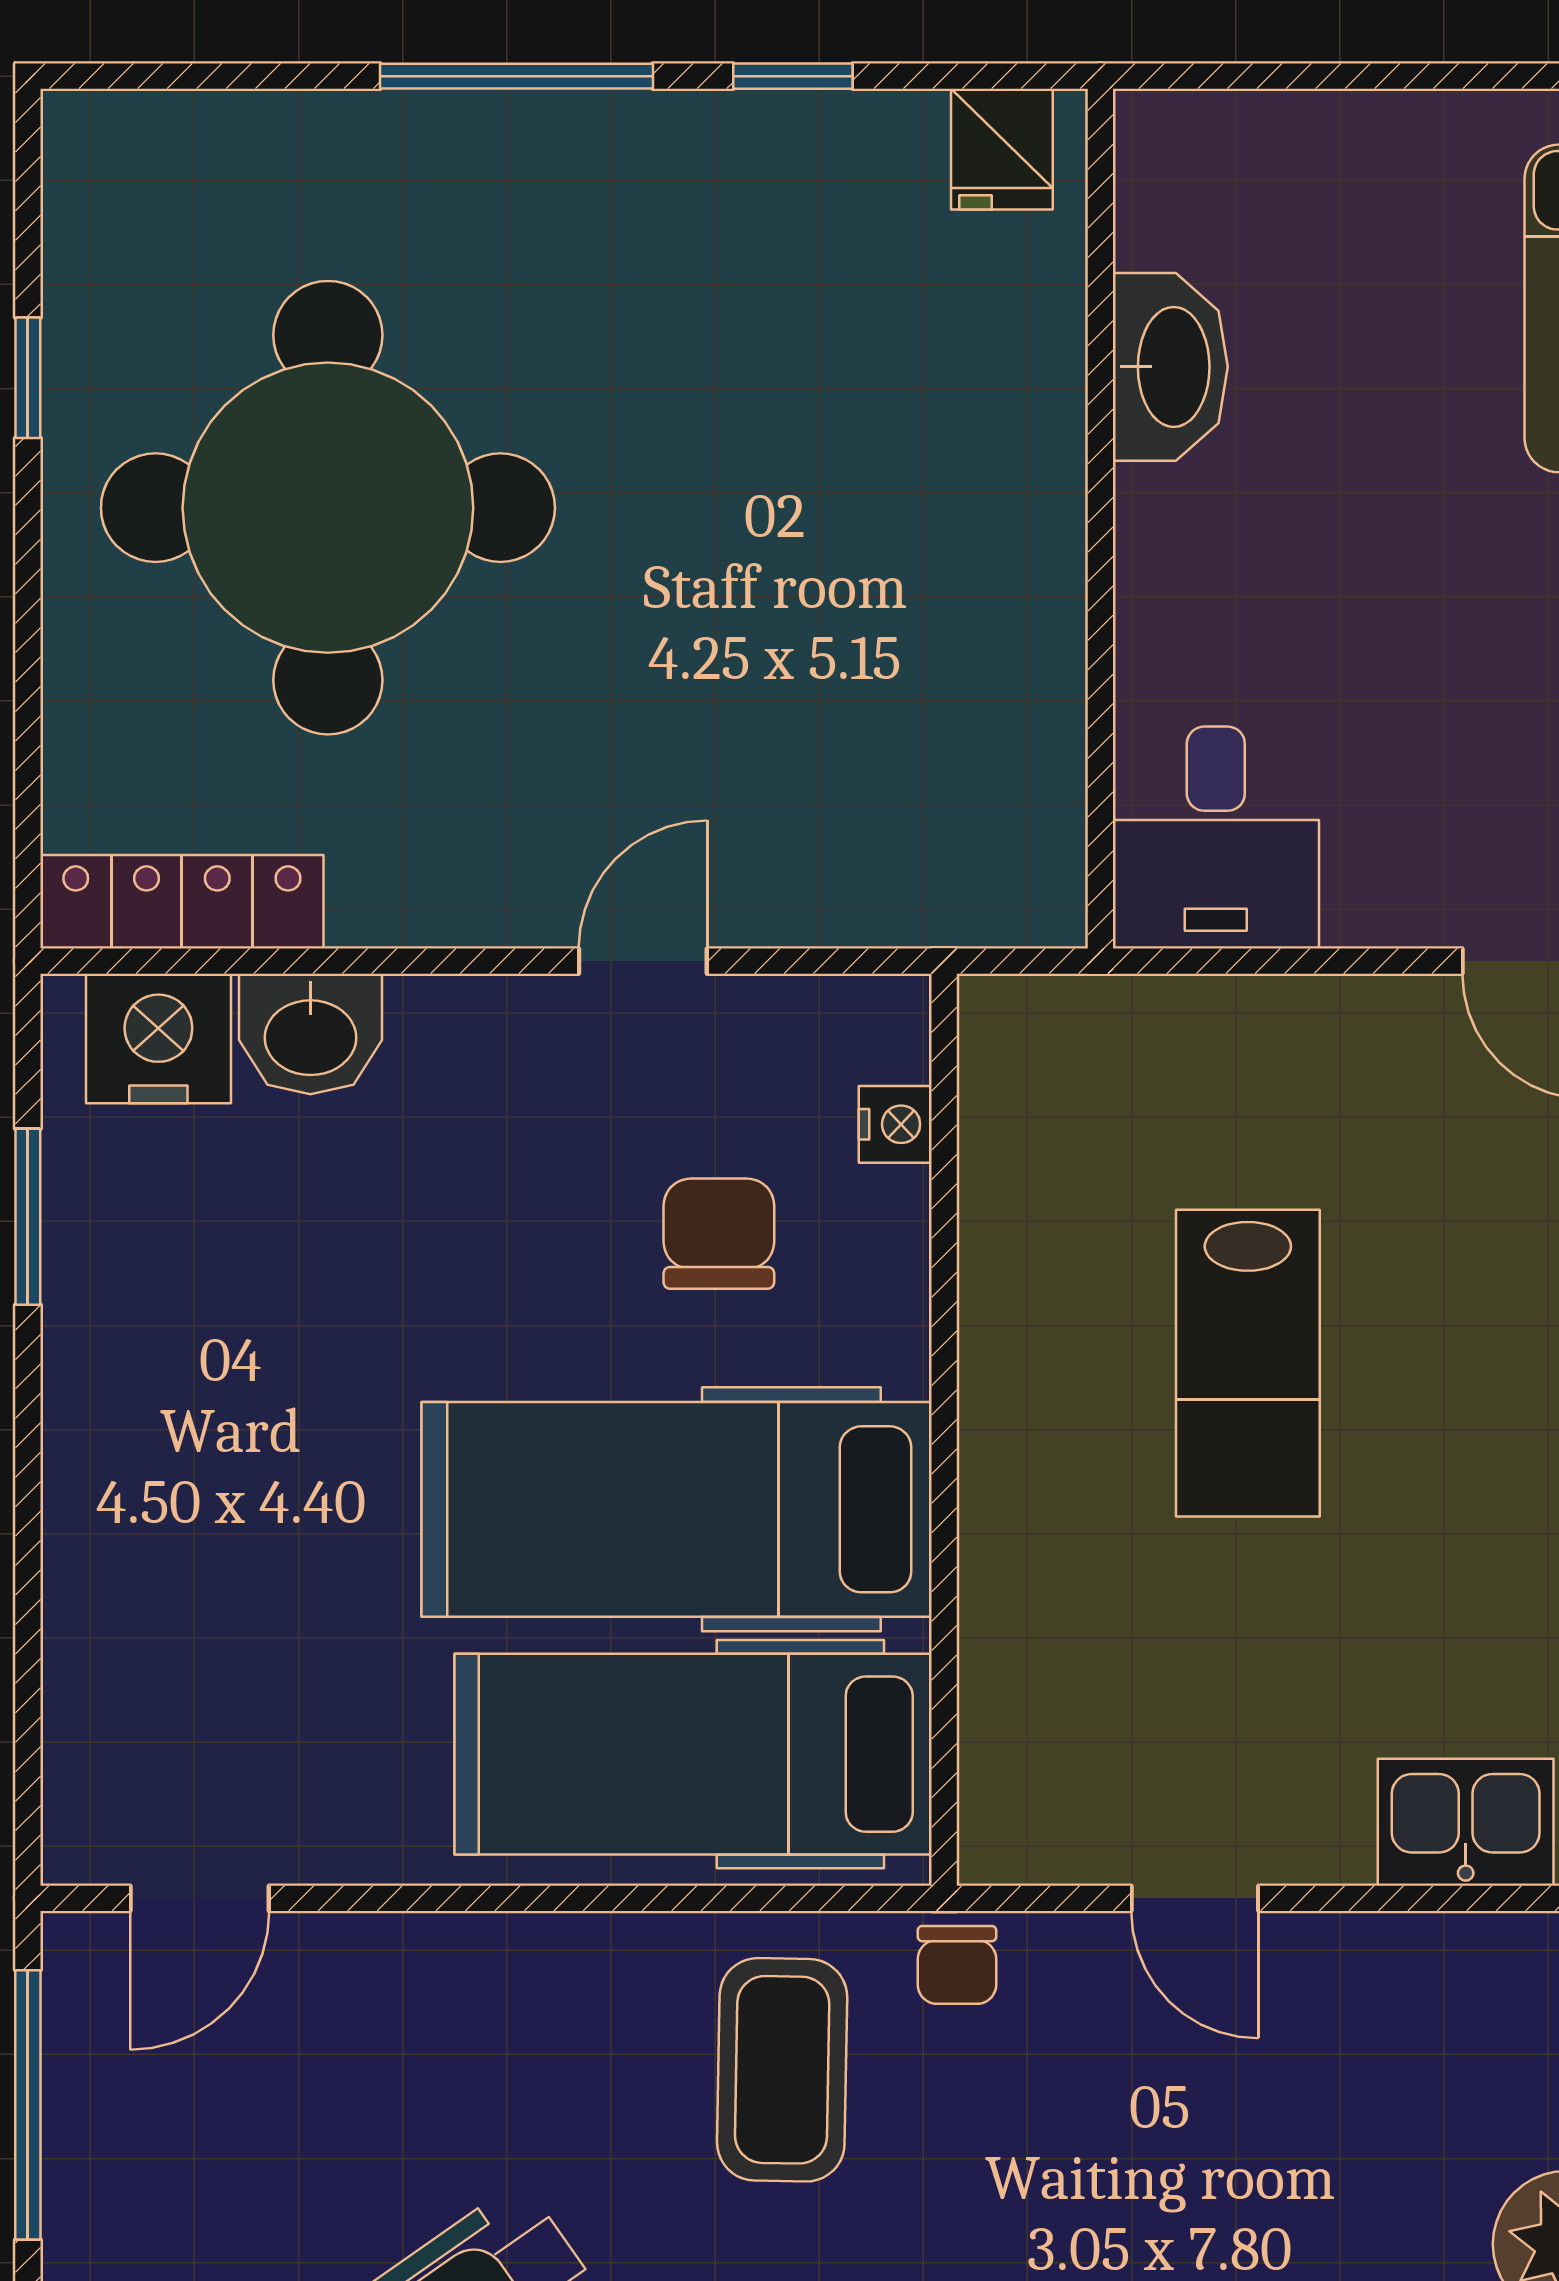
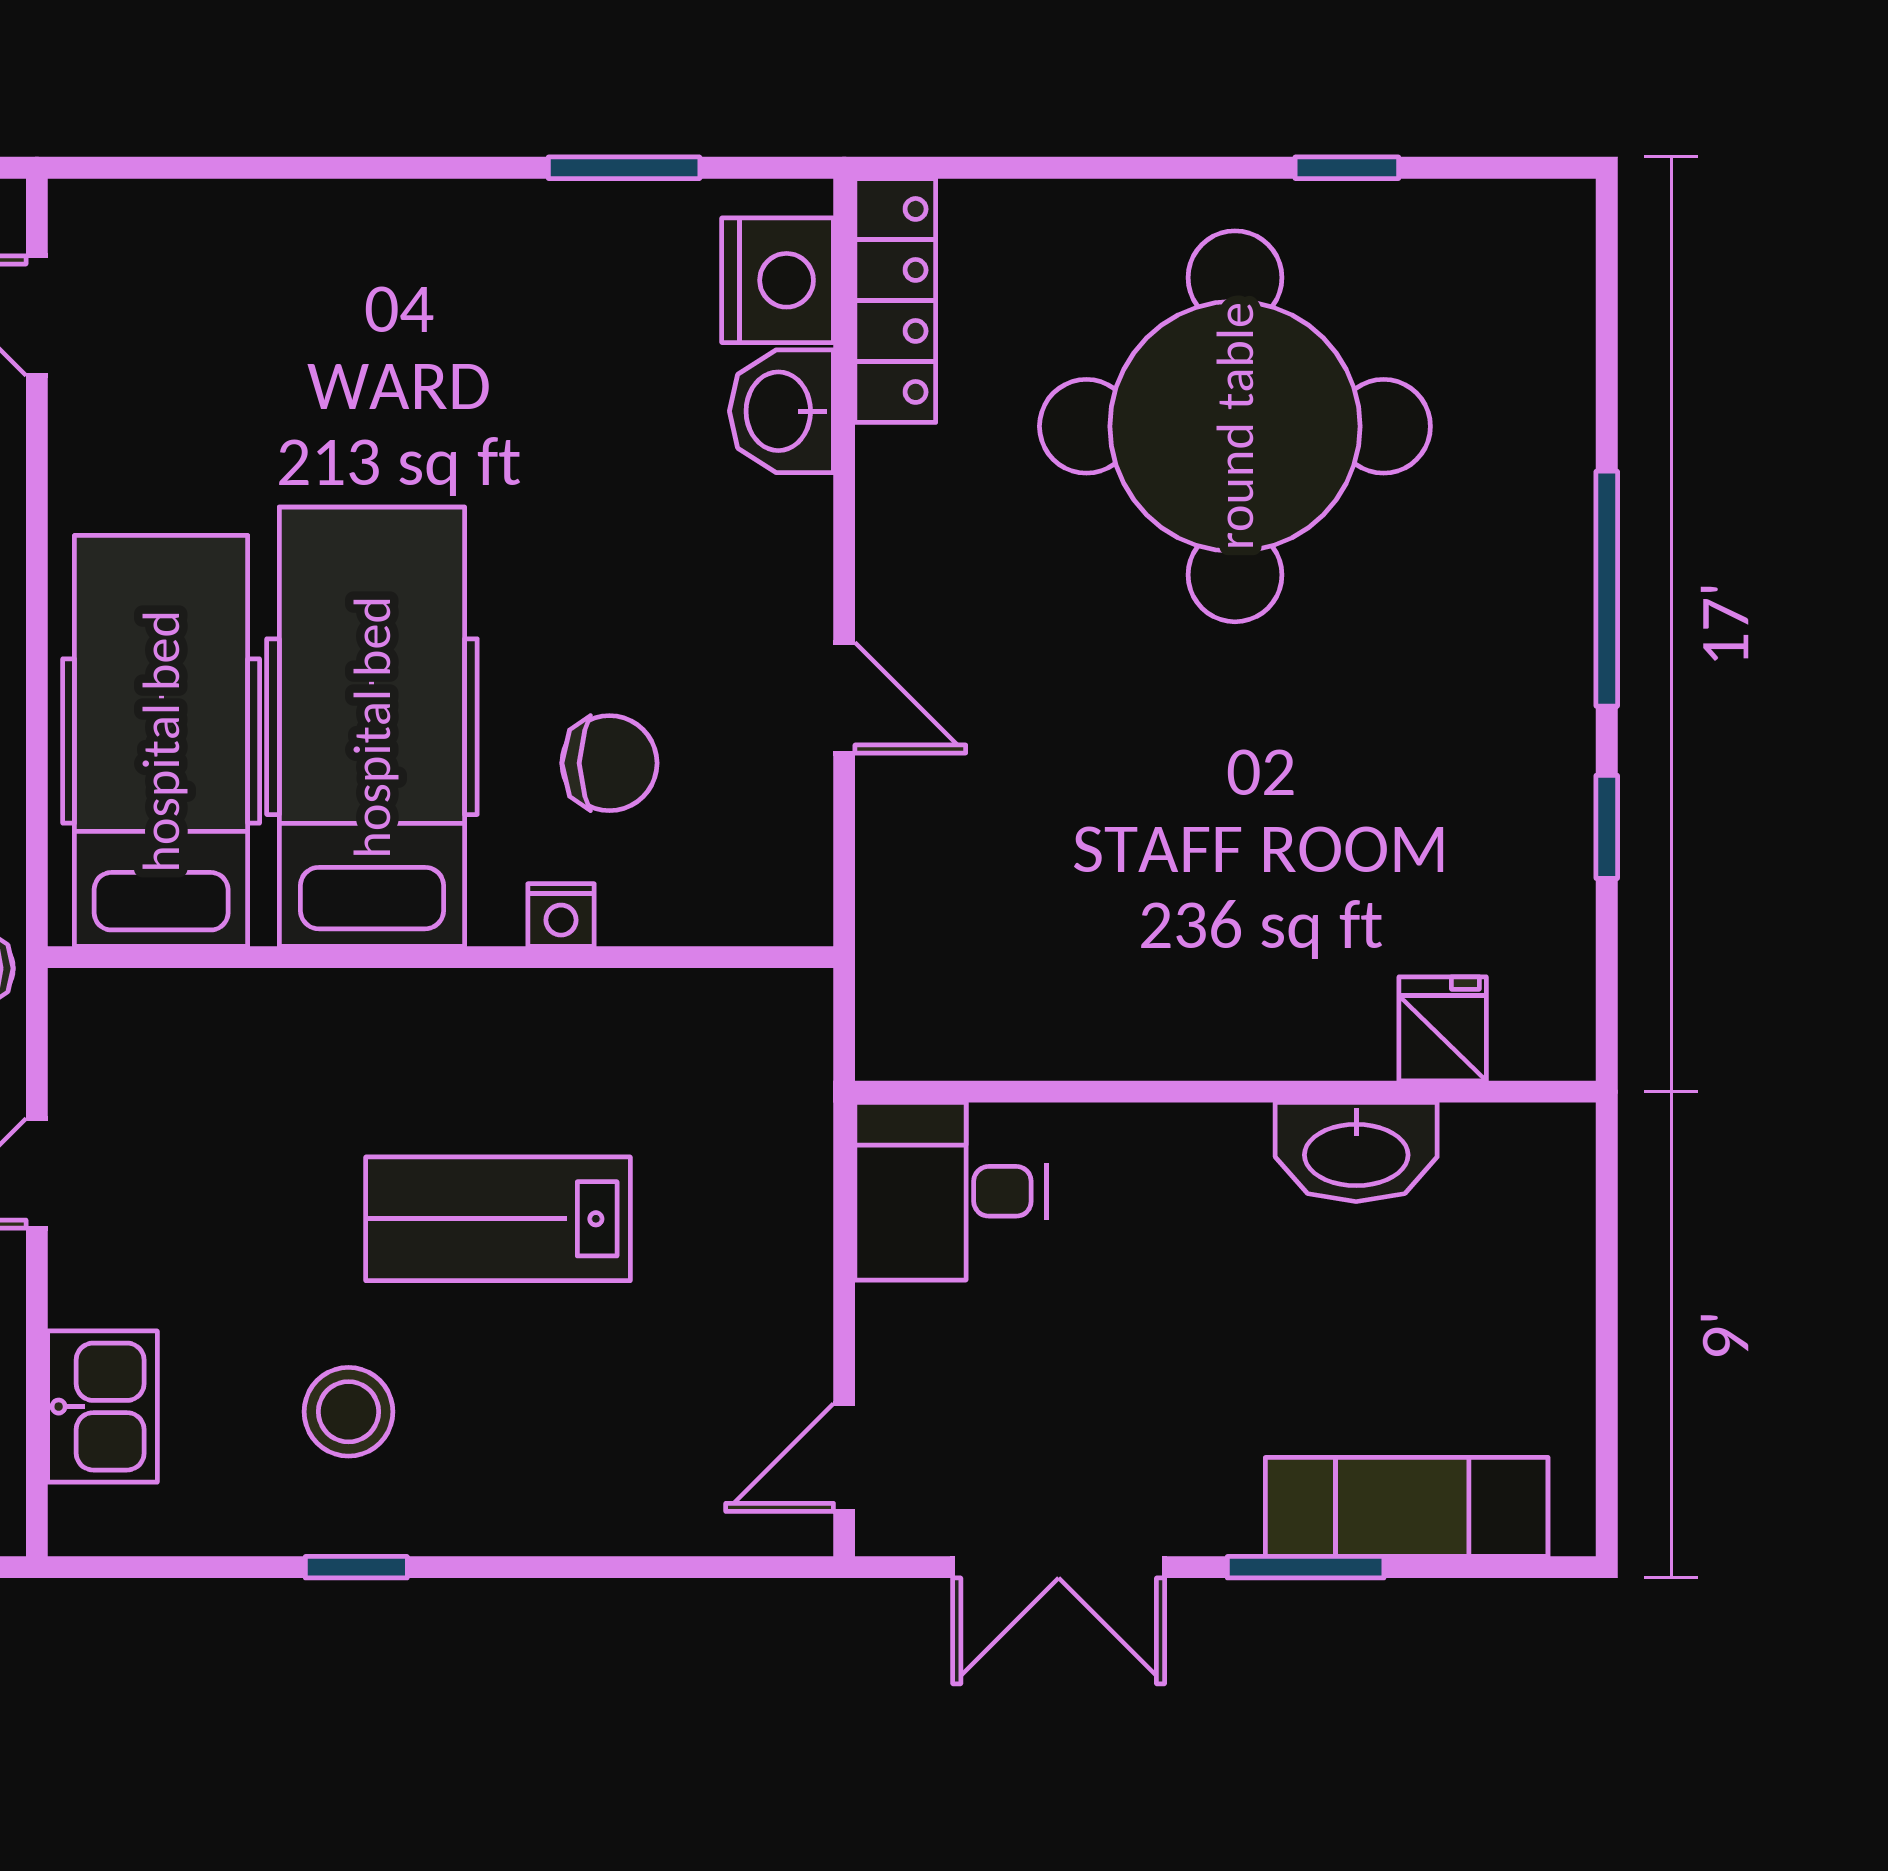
fridge: (1002, 149) -> (1443, 1029), moved, turned 90
nightstand: (895, 1124) -> (561, 915), moved
stool: (1472, 1537) -> (348, 1412), added

